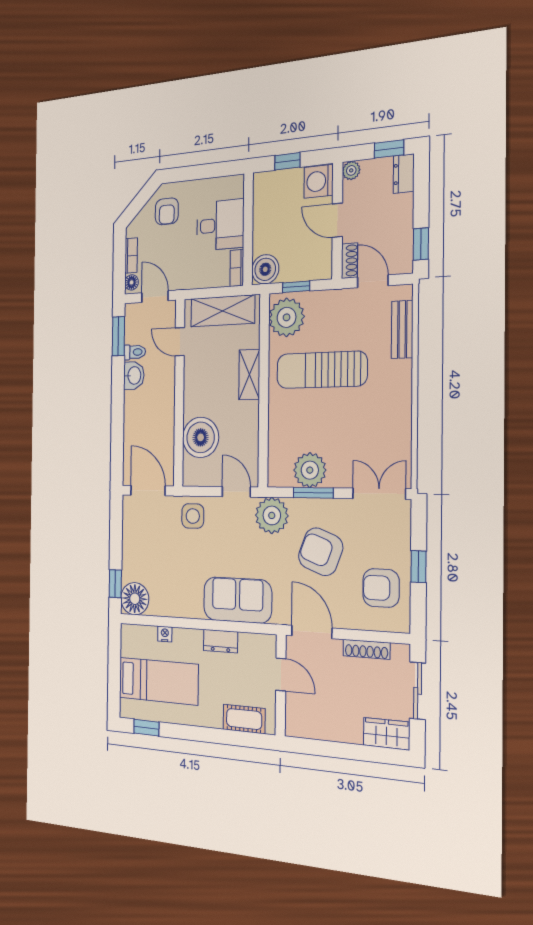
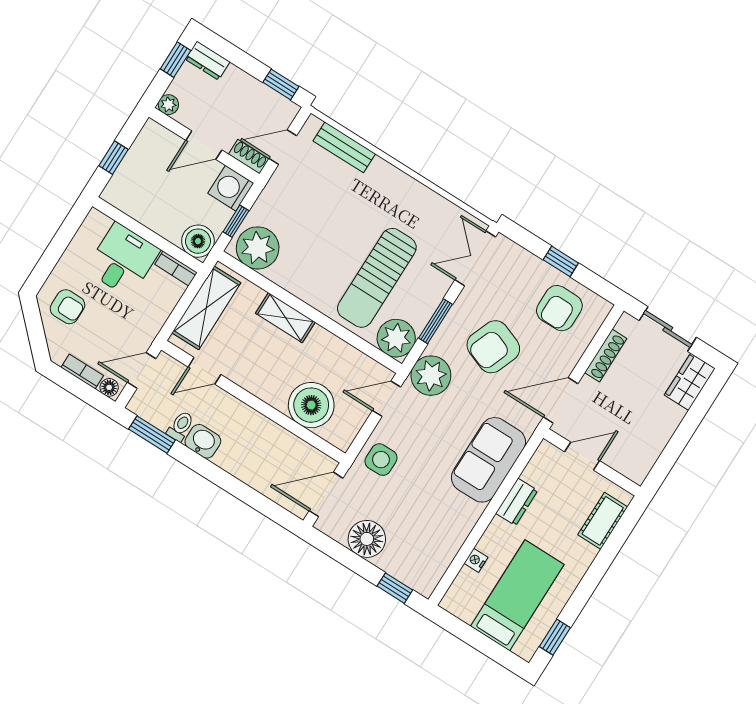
washing machine: (319, 181) -> (231, 188), moved, turned 90
sun lounger: (322, 370) -> (377, 278), moved
plant: (310, 470) -> (396, 338), moved
floor lamp: (135, 599) -> (367, 539), moved

